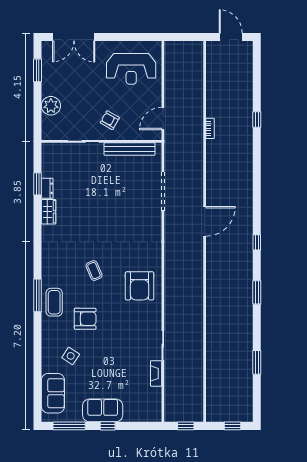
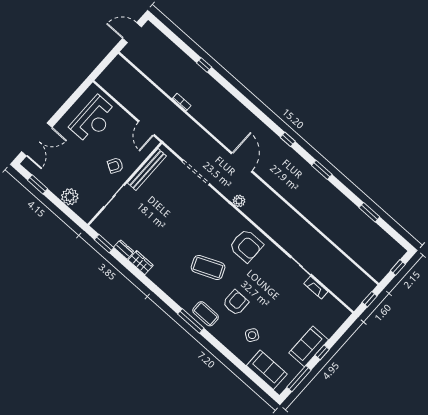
window: (38, 184) -> (104, 244), moved
plant: (171, 247) -> (239, 201), added
coffee table: (94, 271) -> (208, 267), width x1.86, depth x1.72

